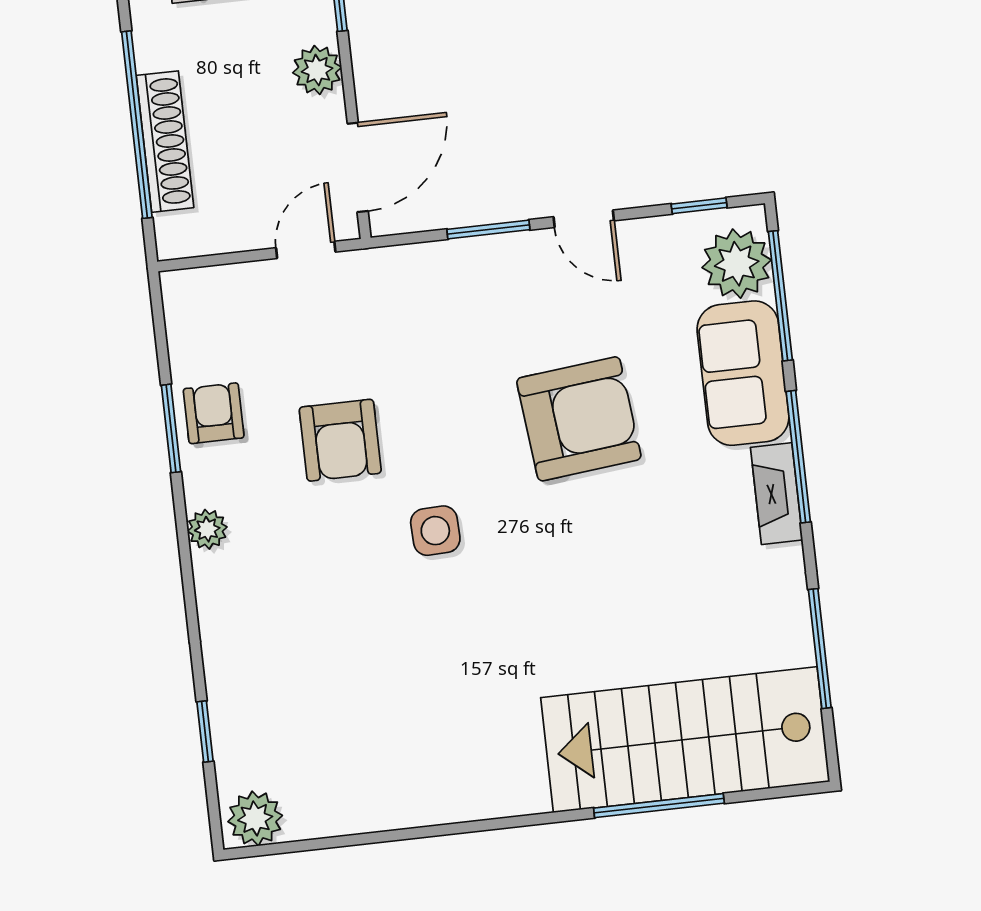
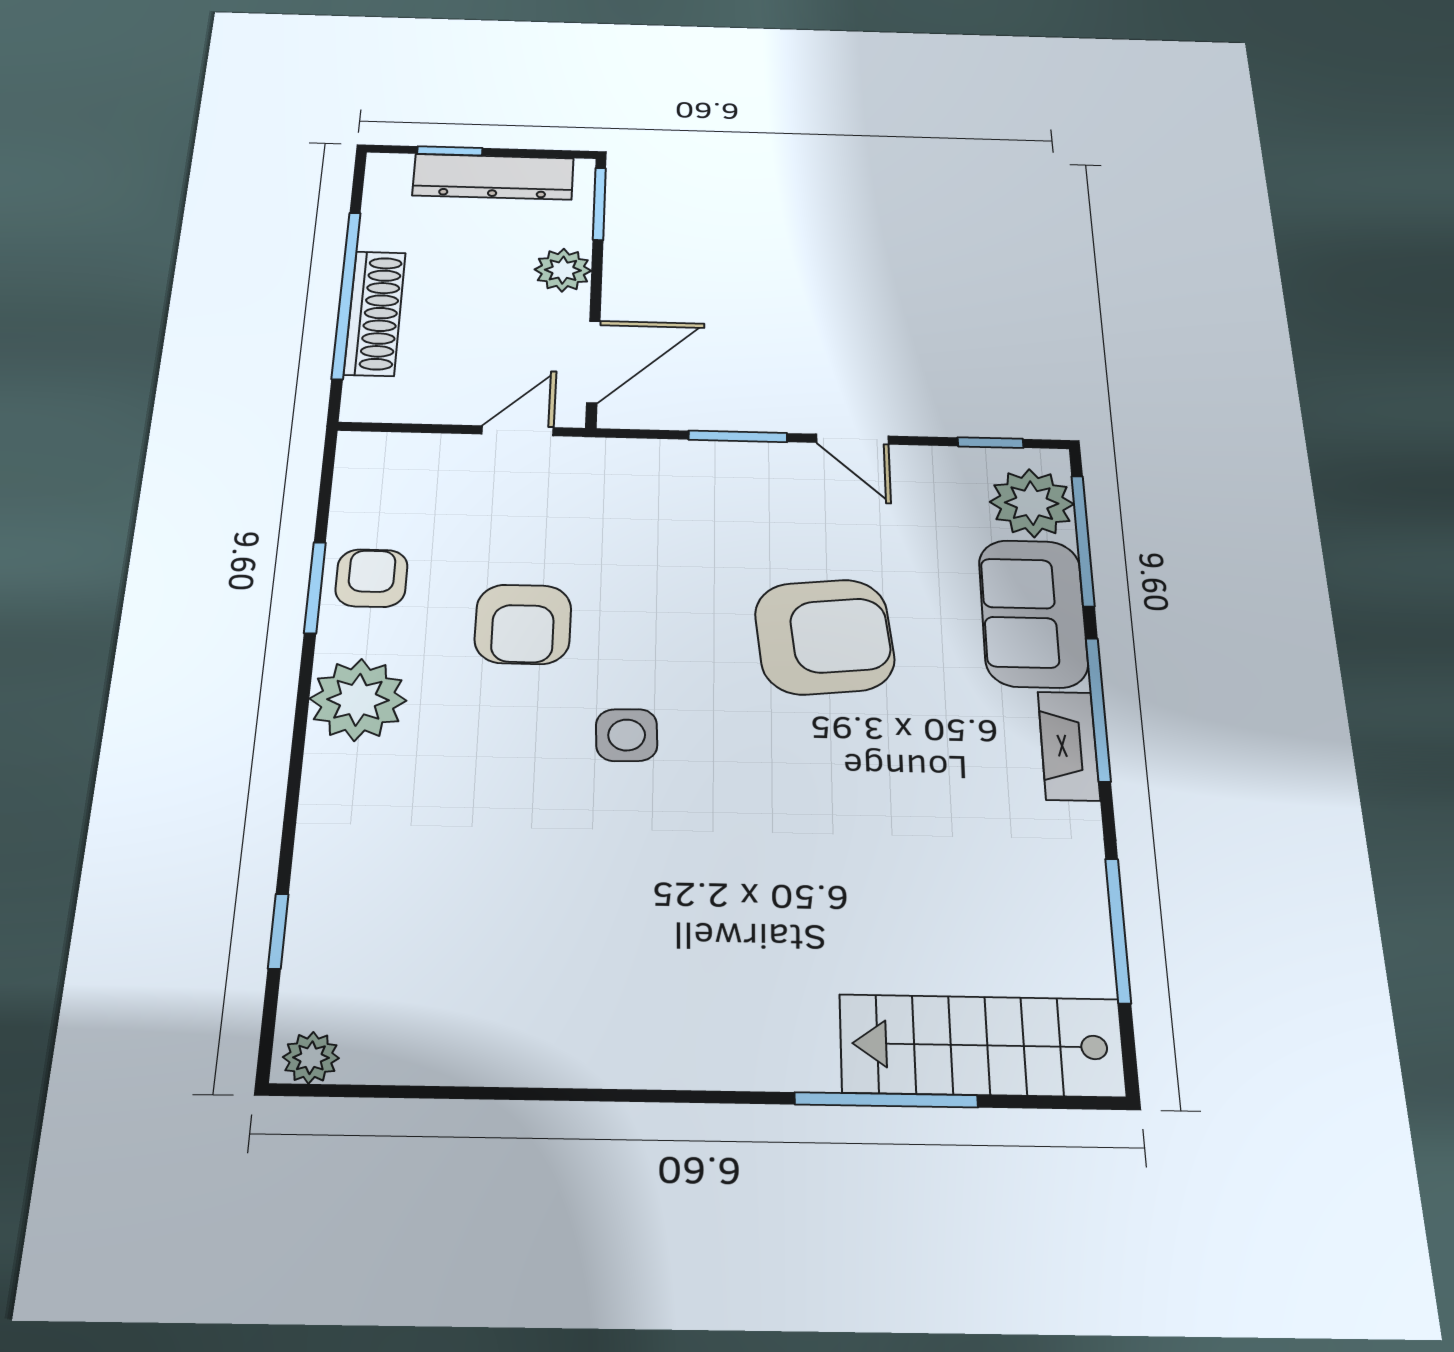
plant: (207, 529) -> (358, 700), width x1.88, depth x1.88
stairs: (685, 740) -> (982, 1046), width x0.73, depth x0.66
plant: (255, 818) -> (311, 1058), width x0.73, depth x0.73

